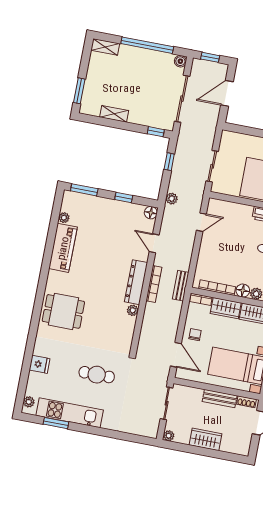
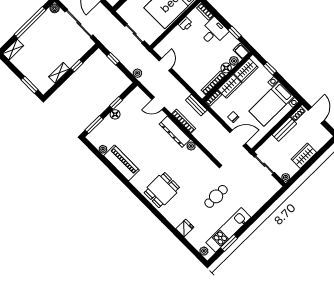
window: (156, 132) -> (77, 66), moved
floor lamp: (151, 213) -> (115, 114), moved

